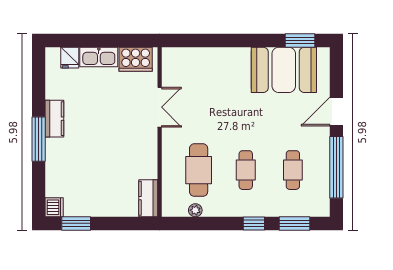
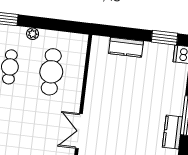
kitchen counter: (148, 198) -> (126, 47), moved, turned 90
plant: (195, 210) -> (33, 34), moved

